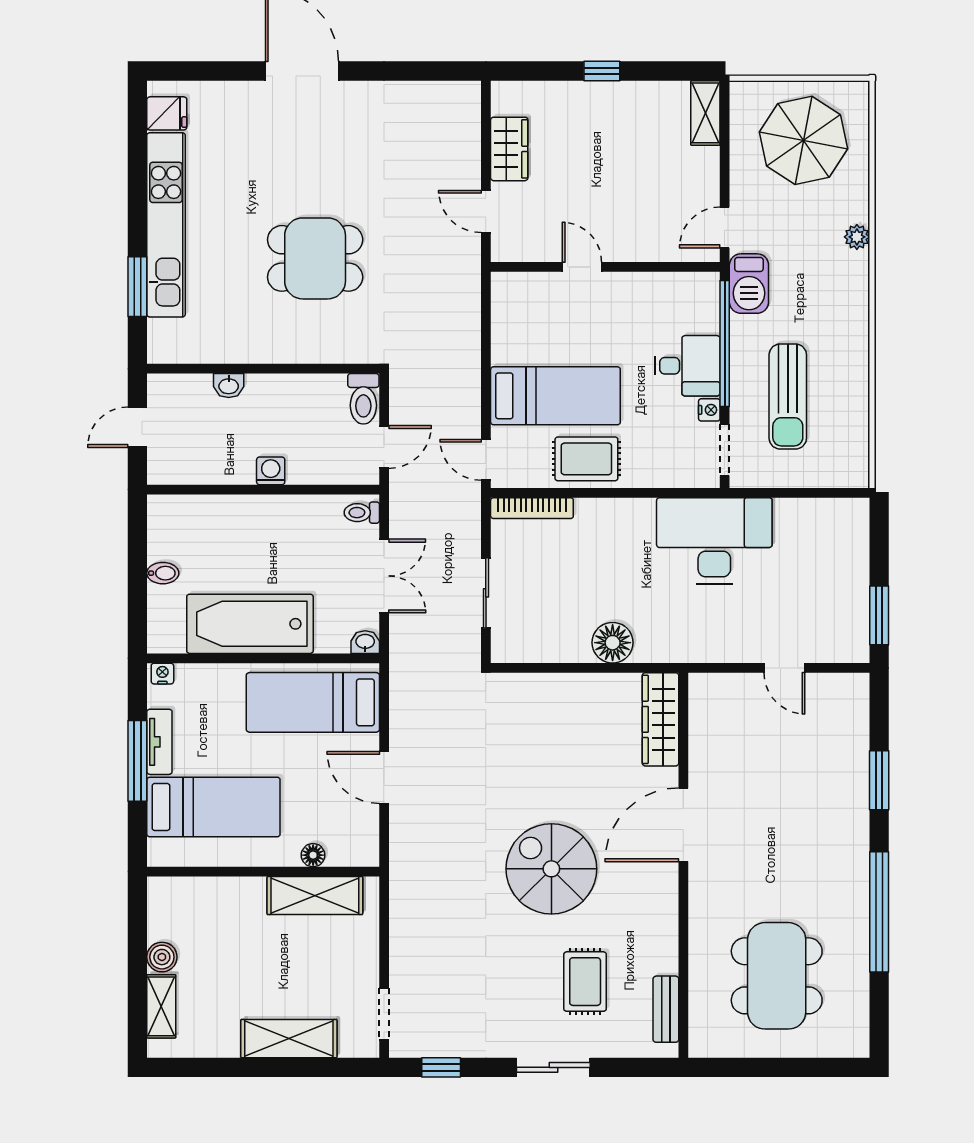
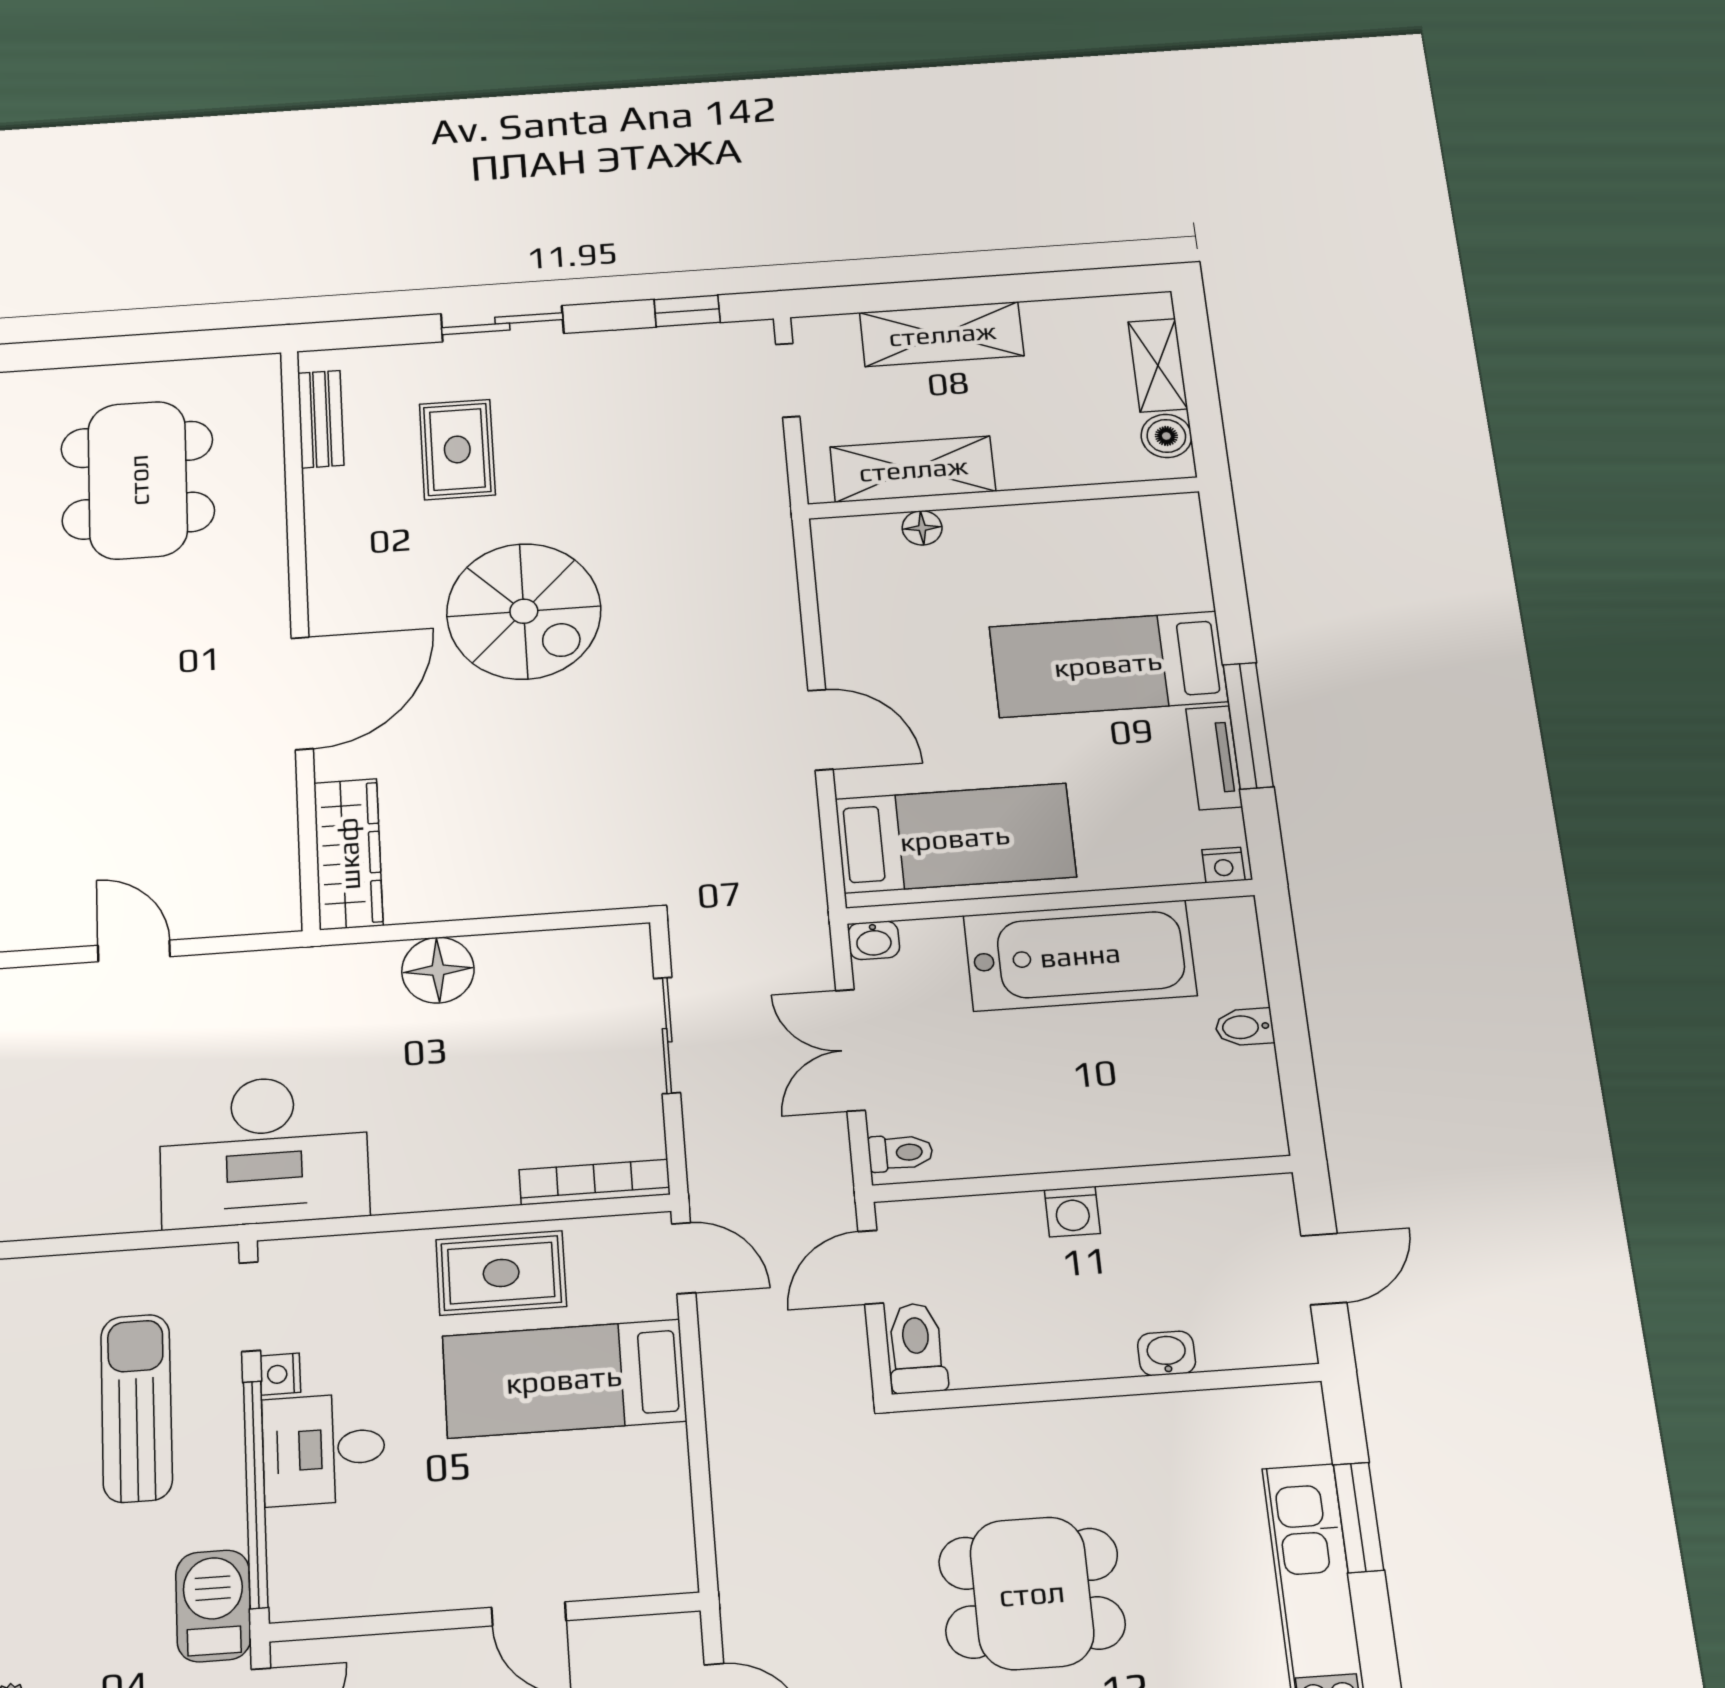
floor lamp: (313, 855) -> (922, 528), moved
wall: (263, 872) -> (1003, 498), moved
shelving: (315, 895) -> (913, 469), moved

